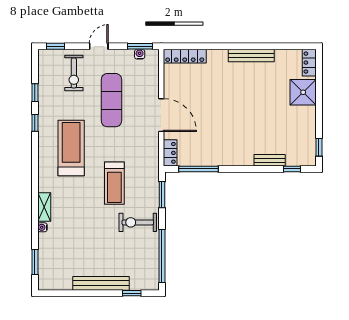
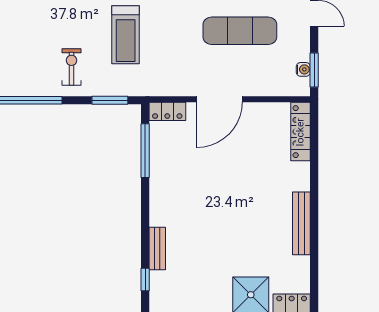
treadmill: (114, 183) -> (126, 35), turned -90
exercise bike: (138, 222) -> (71, 67), width x0.73, depth x0.72

